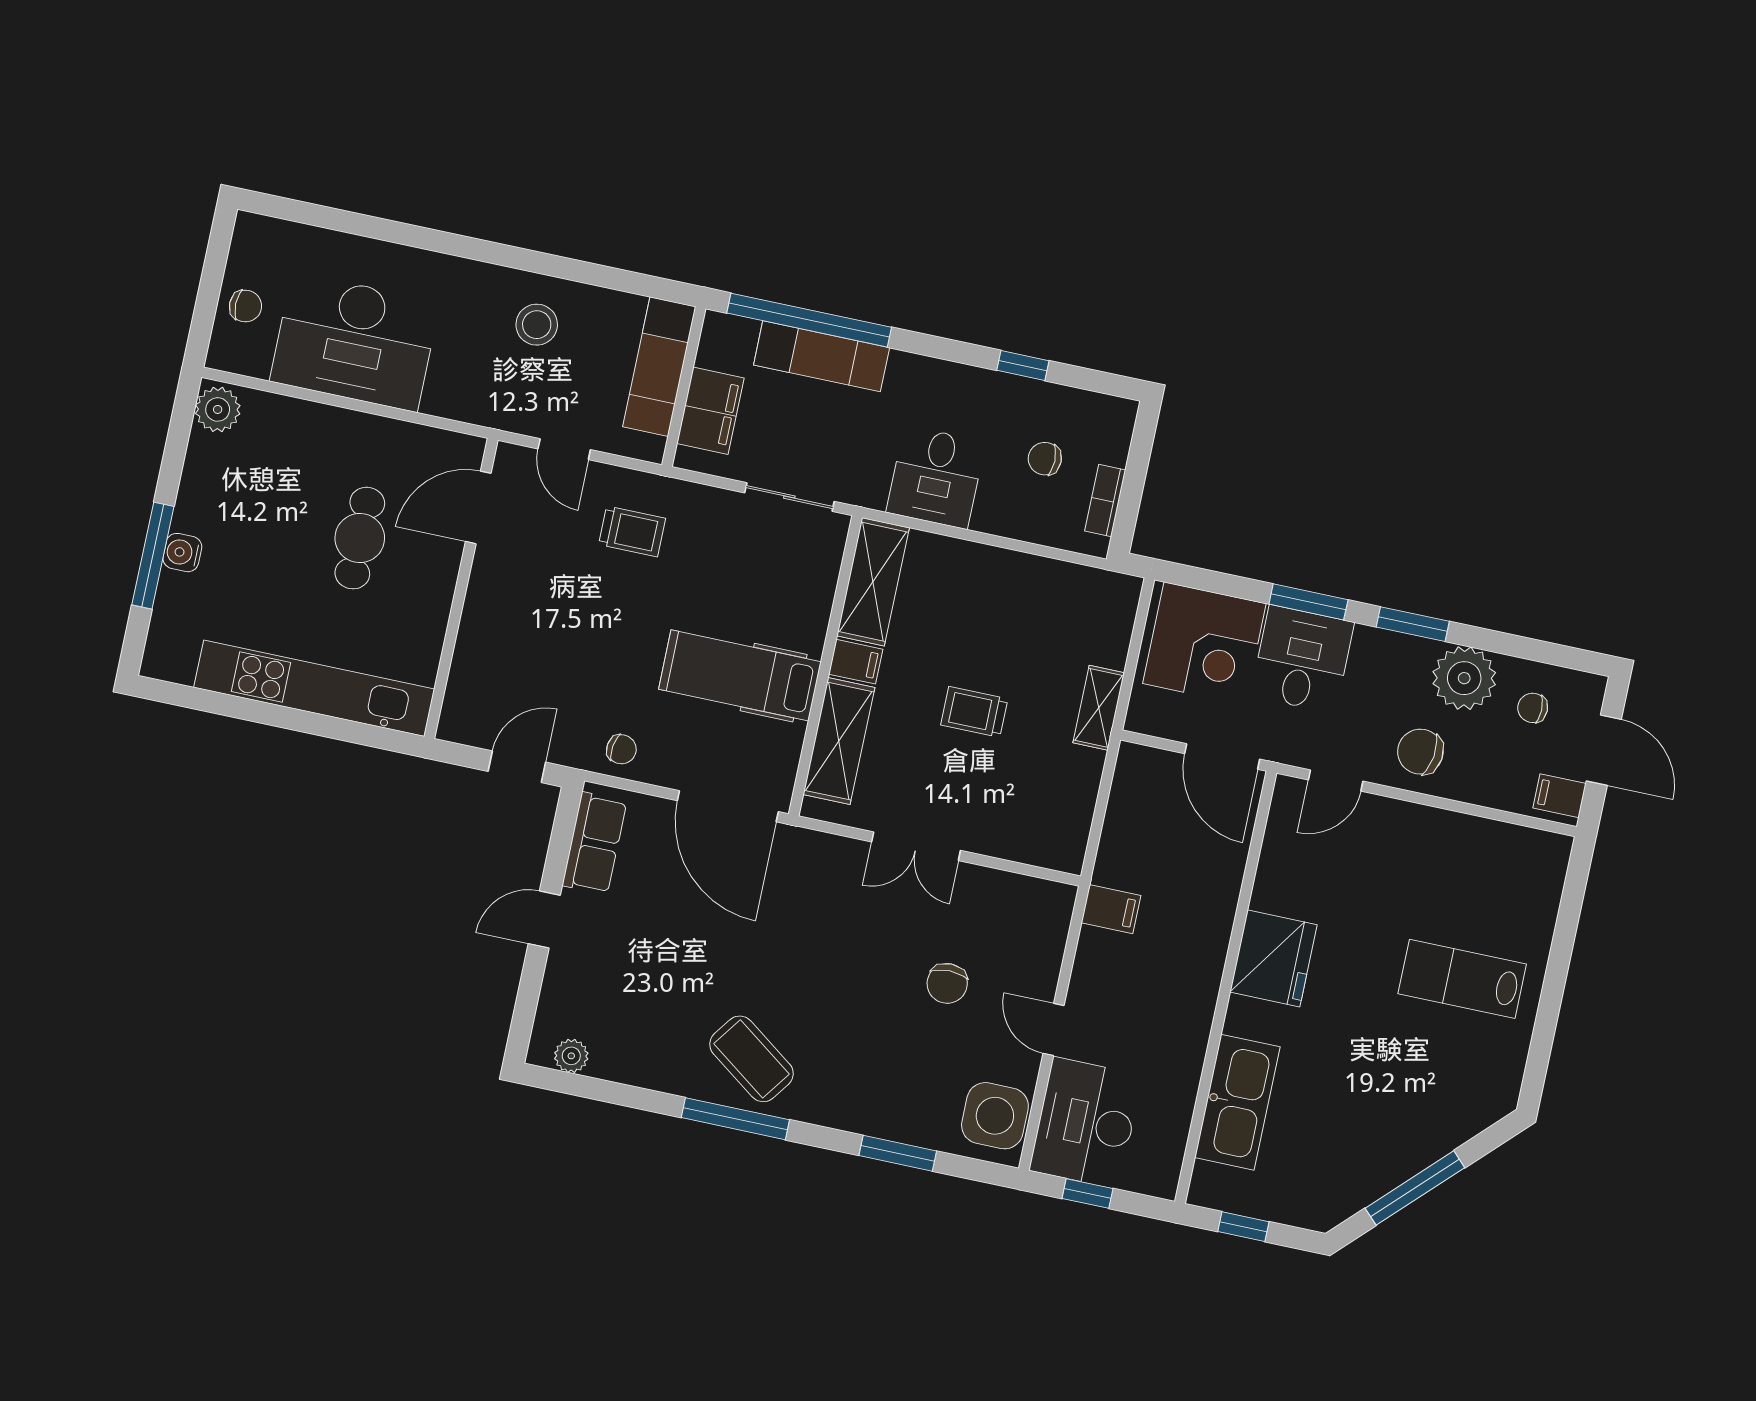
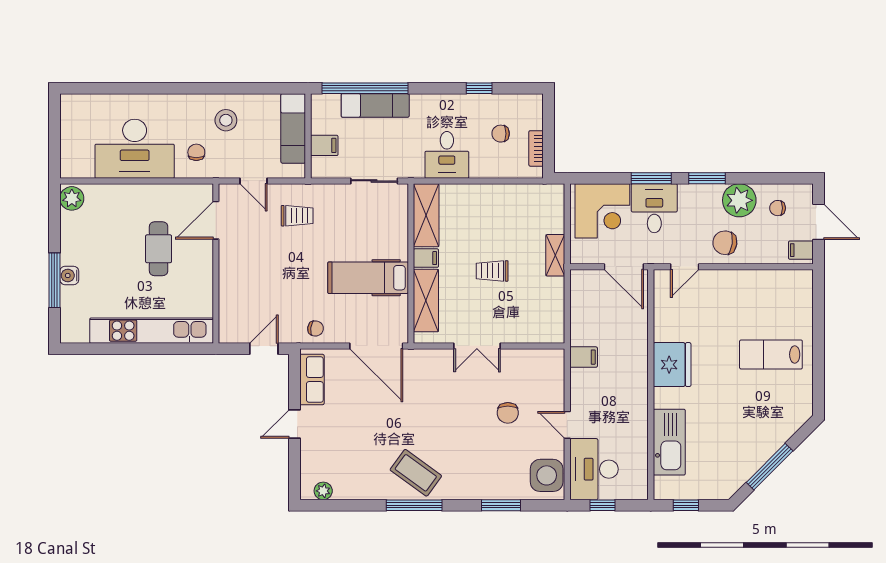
chair: (245, 306) -> (196, 152), moved, turned -90
filing cabinet: (710, 411) -> (324, 145), width x0.50

